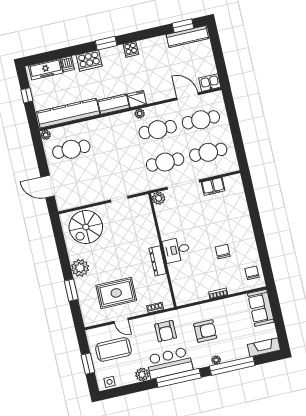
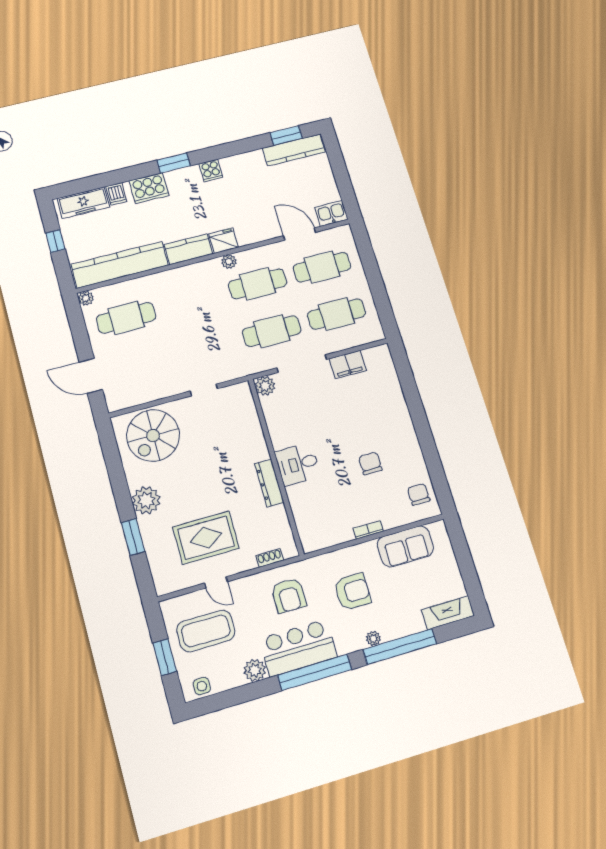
sofa: (261, 308) -> (405, 546), moved, turned -90

